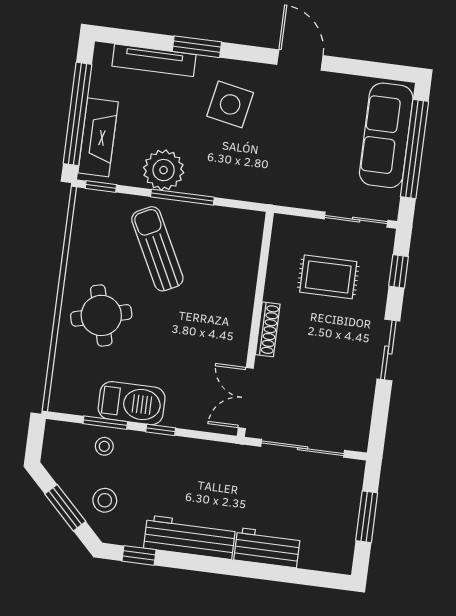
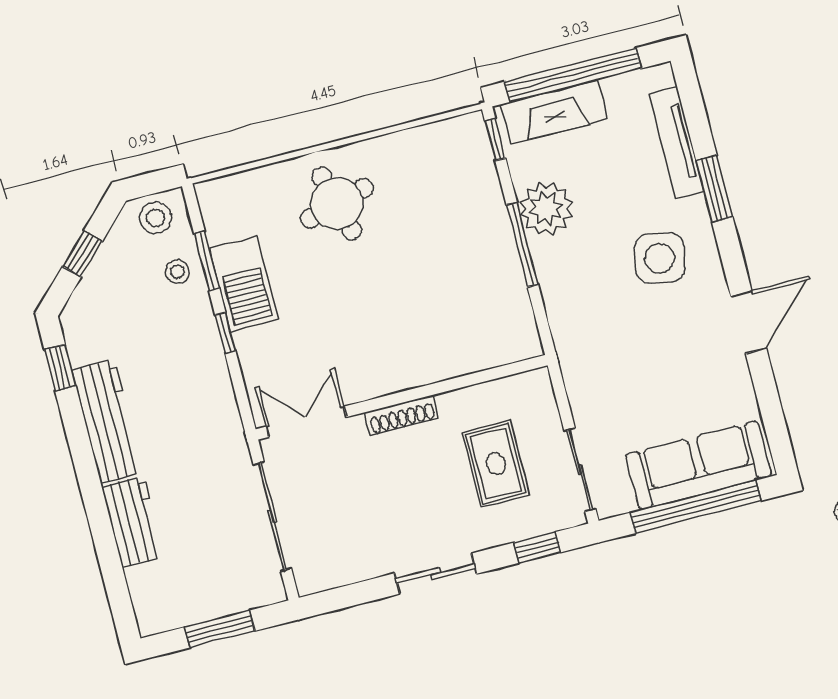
sun lounger: (157, 249) -> (446, 240), removed
stool: (105, 500) -> (156, 218), moved
window: (65, 508) -> (83, 254), width x0.67

